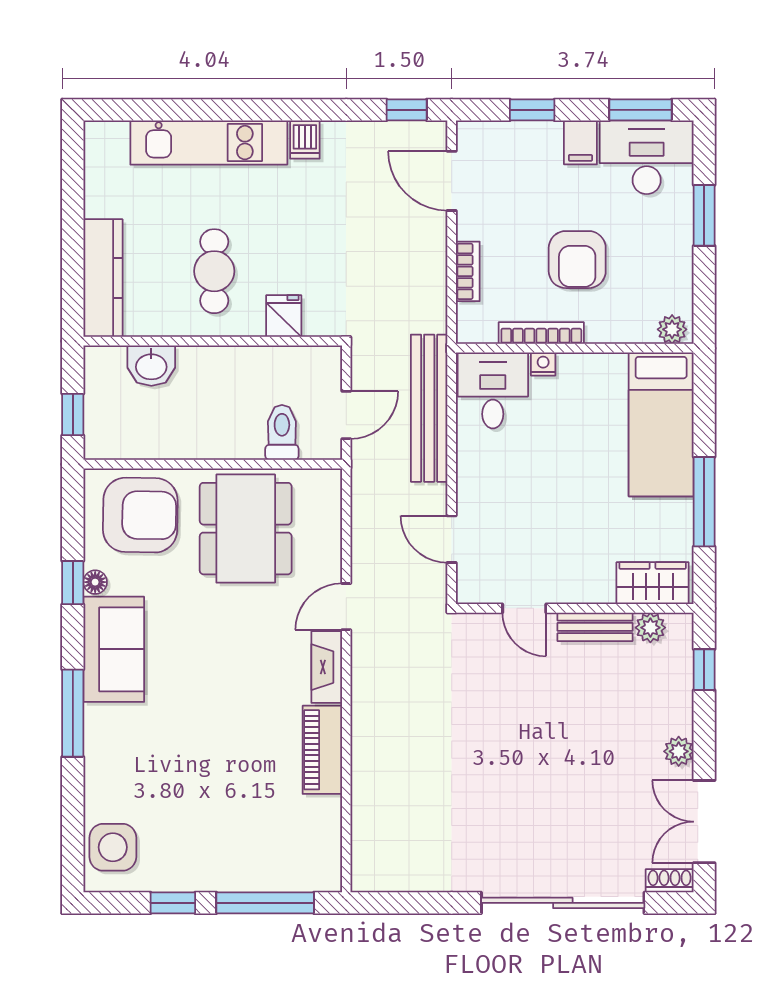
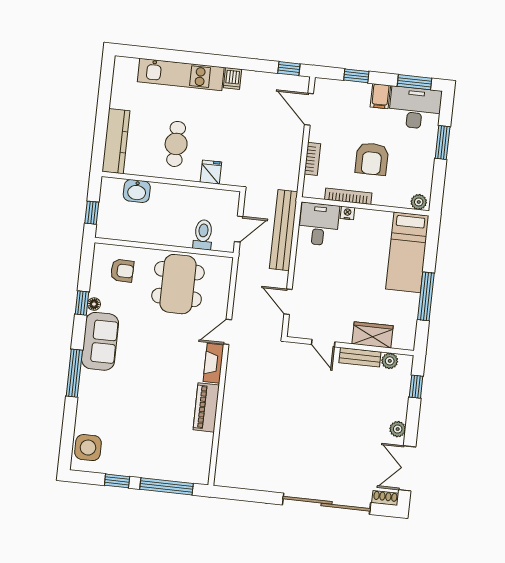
armchair: (140, 515) -> (122, 271), width x0.53, depth x0.53
wardrobe: (653, 583) -> (372, 335), moved

